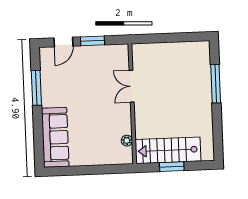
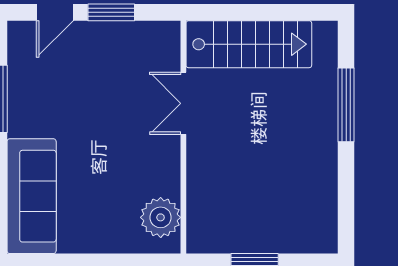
plant: (127, 141) -> (161, 217), width x1.87, depth x1.87
stairs: (168, 150) -> (249, 44), moved, turned 180

